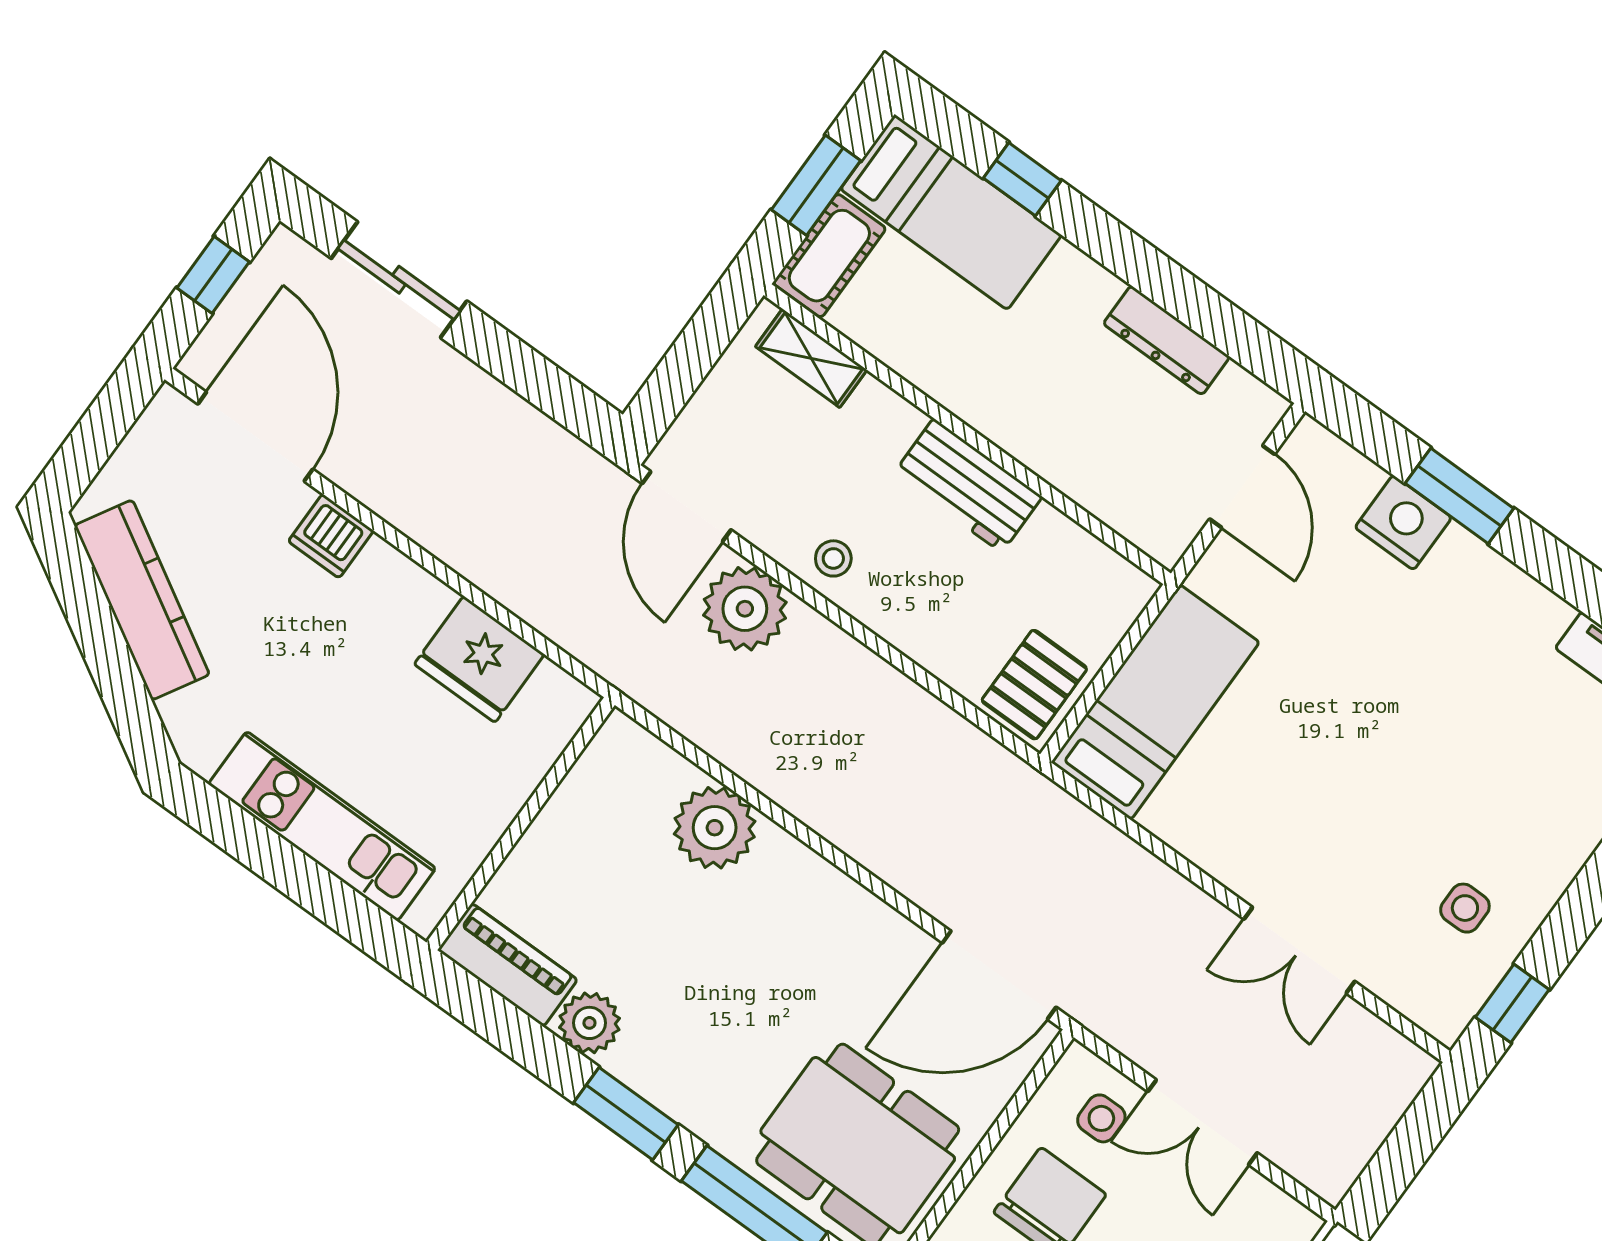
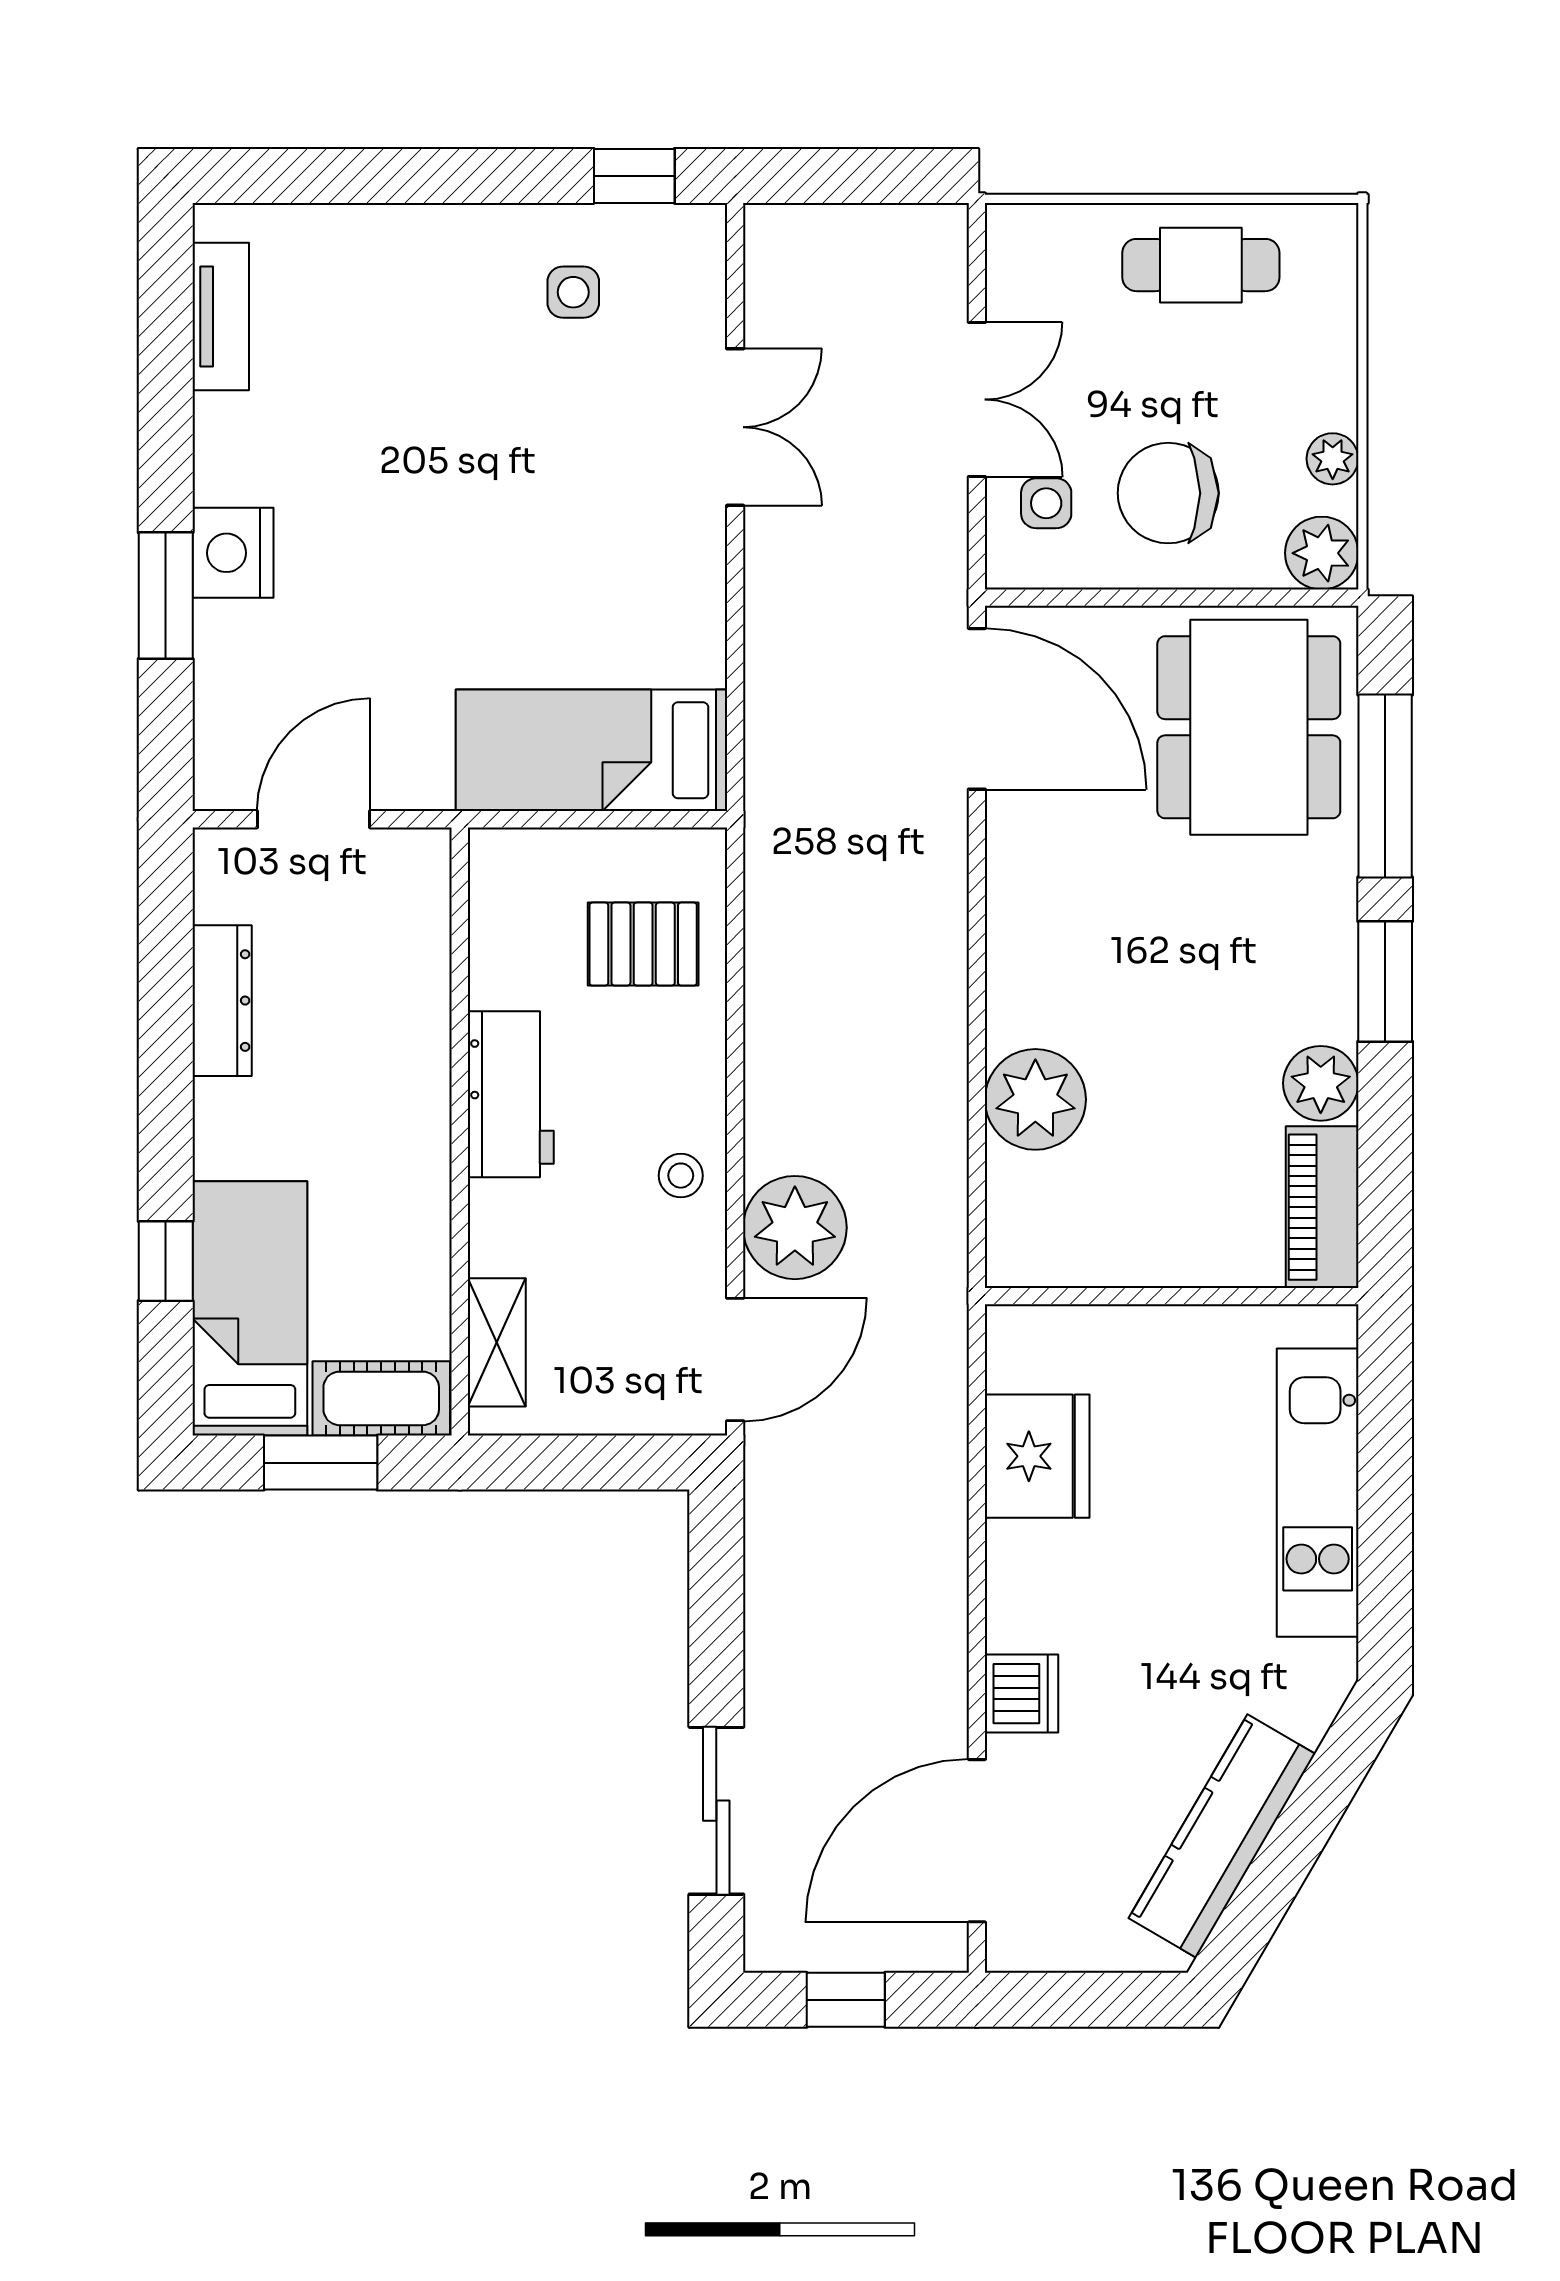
nightstand: (1403, 523) -> (233, 553), moved
pallet: (1034, 685) -> (643, 944), moved

